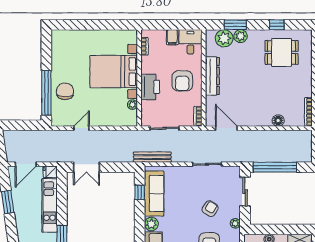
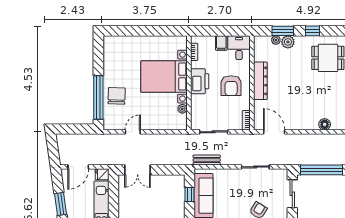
window: (277, 25) -> (312, 31), moved
plant: (224, 38) -> (276, 40), width x0.53, depth x0.53
printer: (150, 87) -> (200, 81), moved
bench: (152, 157) -> (207, 160), width x0.73

